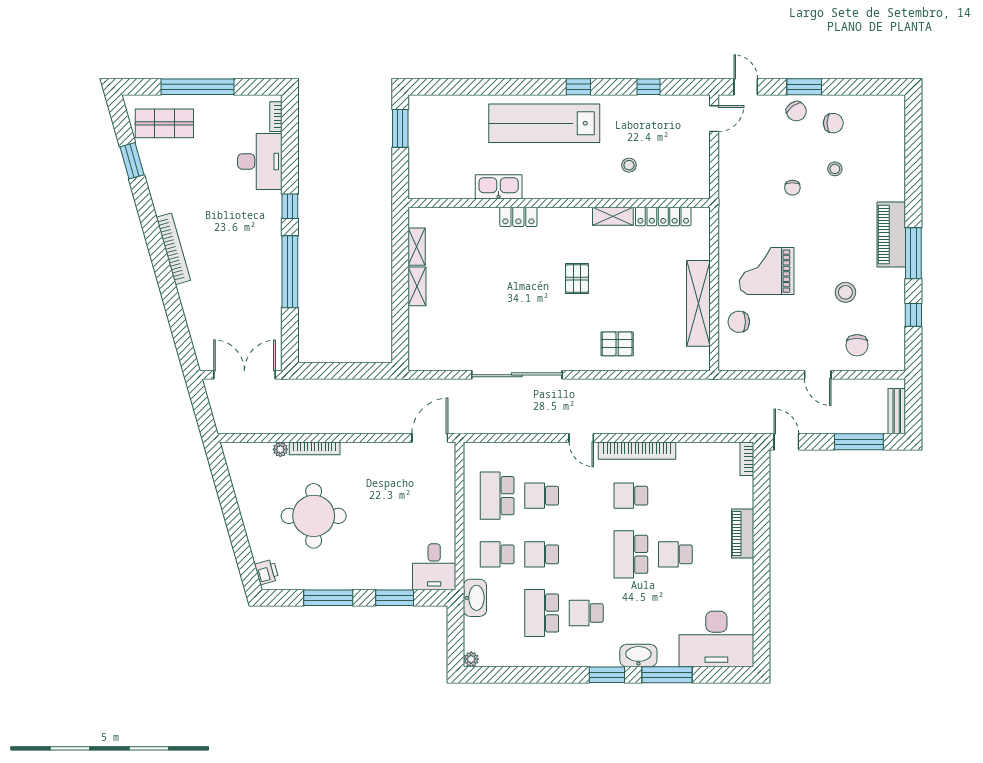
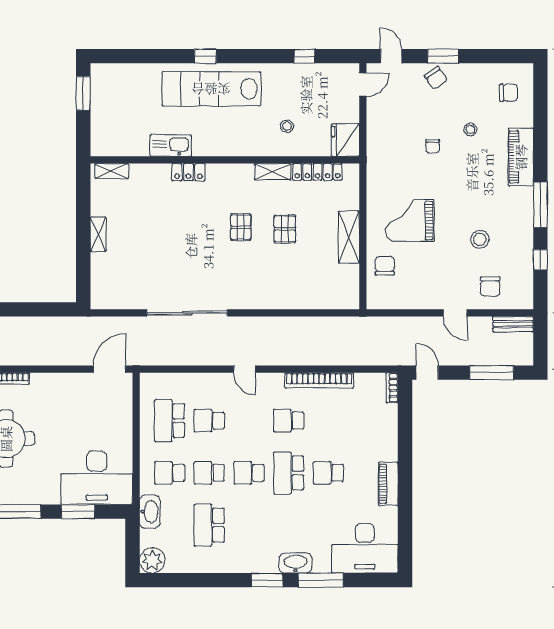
window: (578, 87) -> (205, 56), moved
chair: (833, 123) -> (509, 93), moved
fridge: (695, 181) -> (345, 140), added
piano: (891, 235) -> (521, 157), moved
shelving: (417, 247) -> (112, 171), moved, turned 90
shelving: (698, 303) -> (349, 237), width x0.68
chair: (739, 322) -> (385, 266), turned 90
pallet: (617, 344) -> (285, 229), moved, turned 90
bench: (897, 411) -> (513, 324), moved, turned 90
bookcase: (637, 451) -> (319, 380), moved
piano: (743, 534) -> (388, 484), moved
desk: (434, 567) -> (97, 478), width x1.87, depth x1.30
school desk: (586, 613) -> (249, 473), moved
plant: (471, 659) -> (152, 560), width x1.88, depth x1.88

